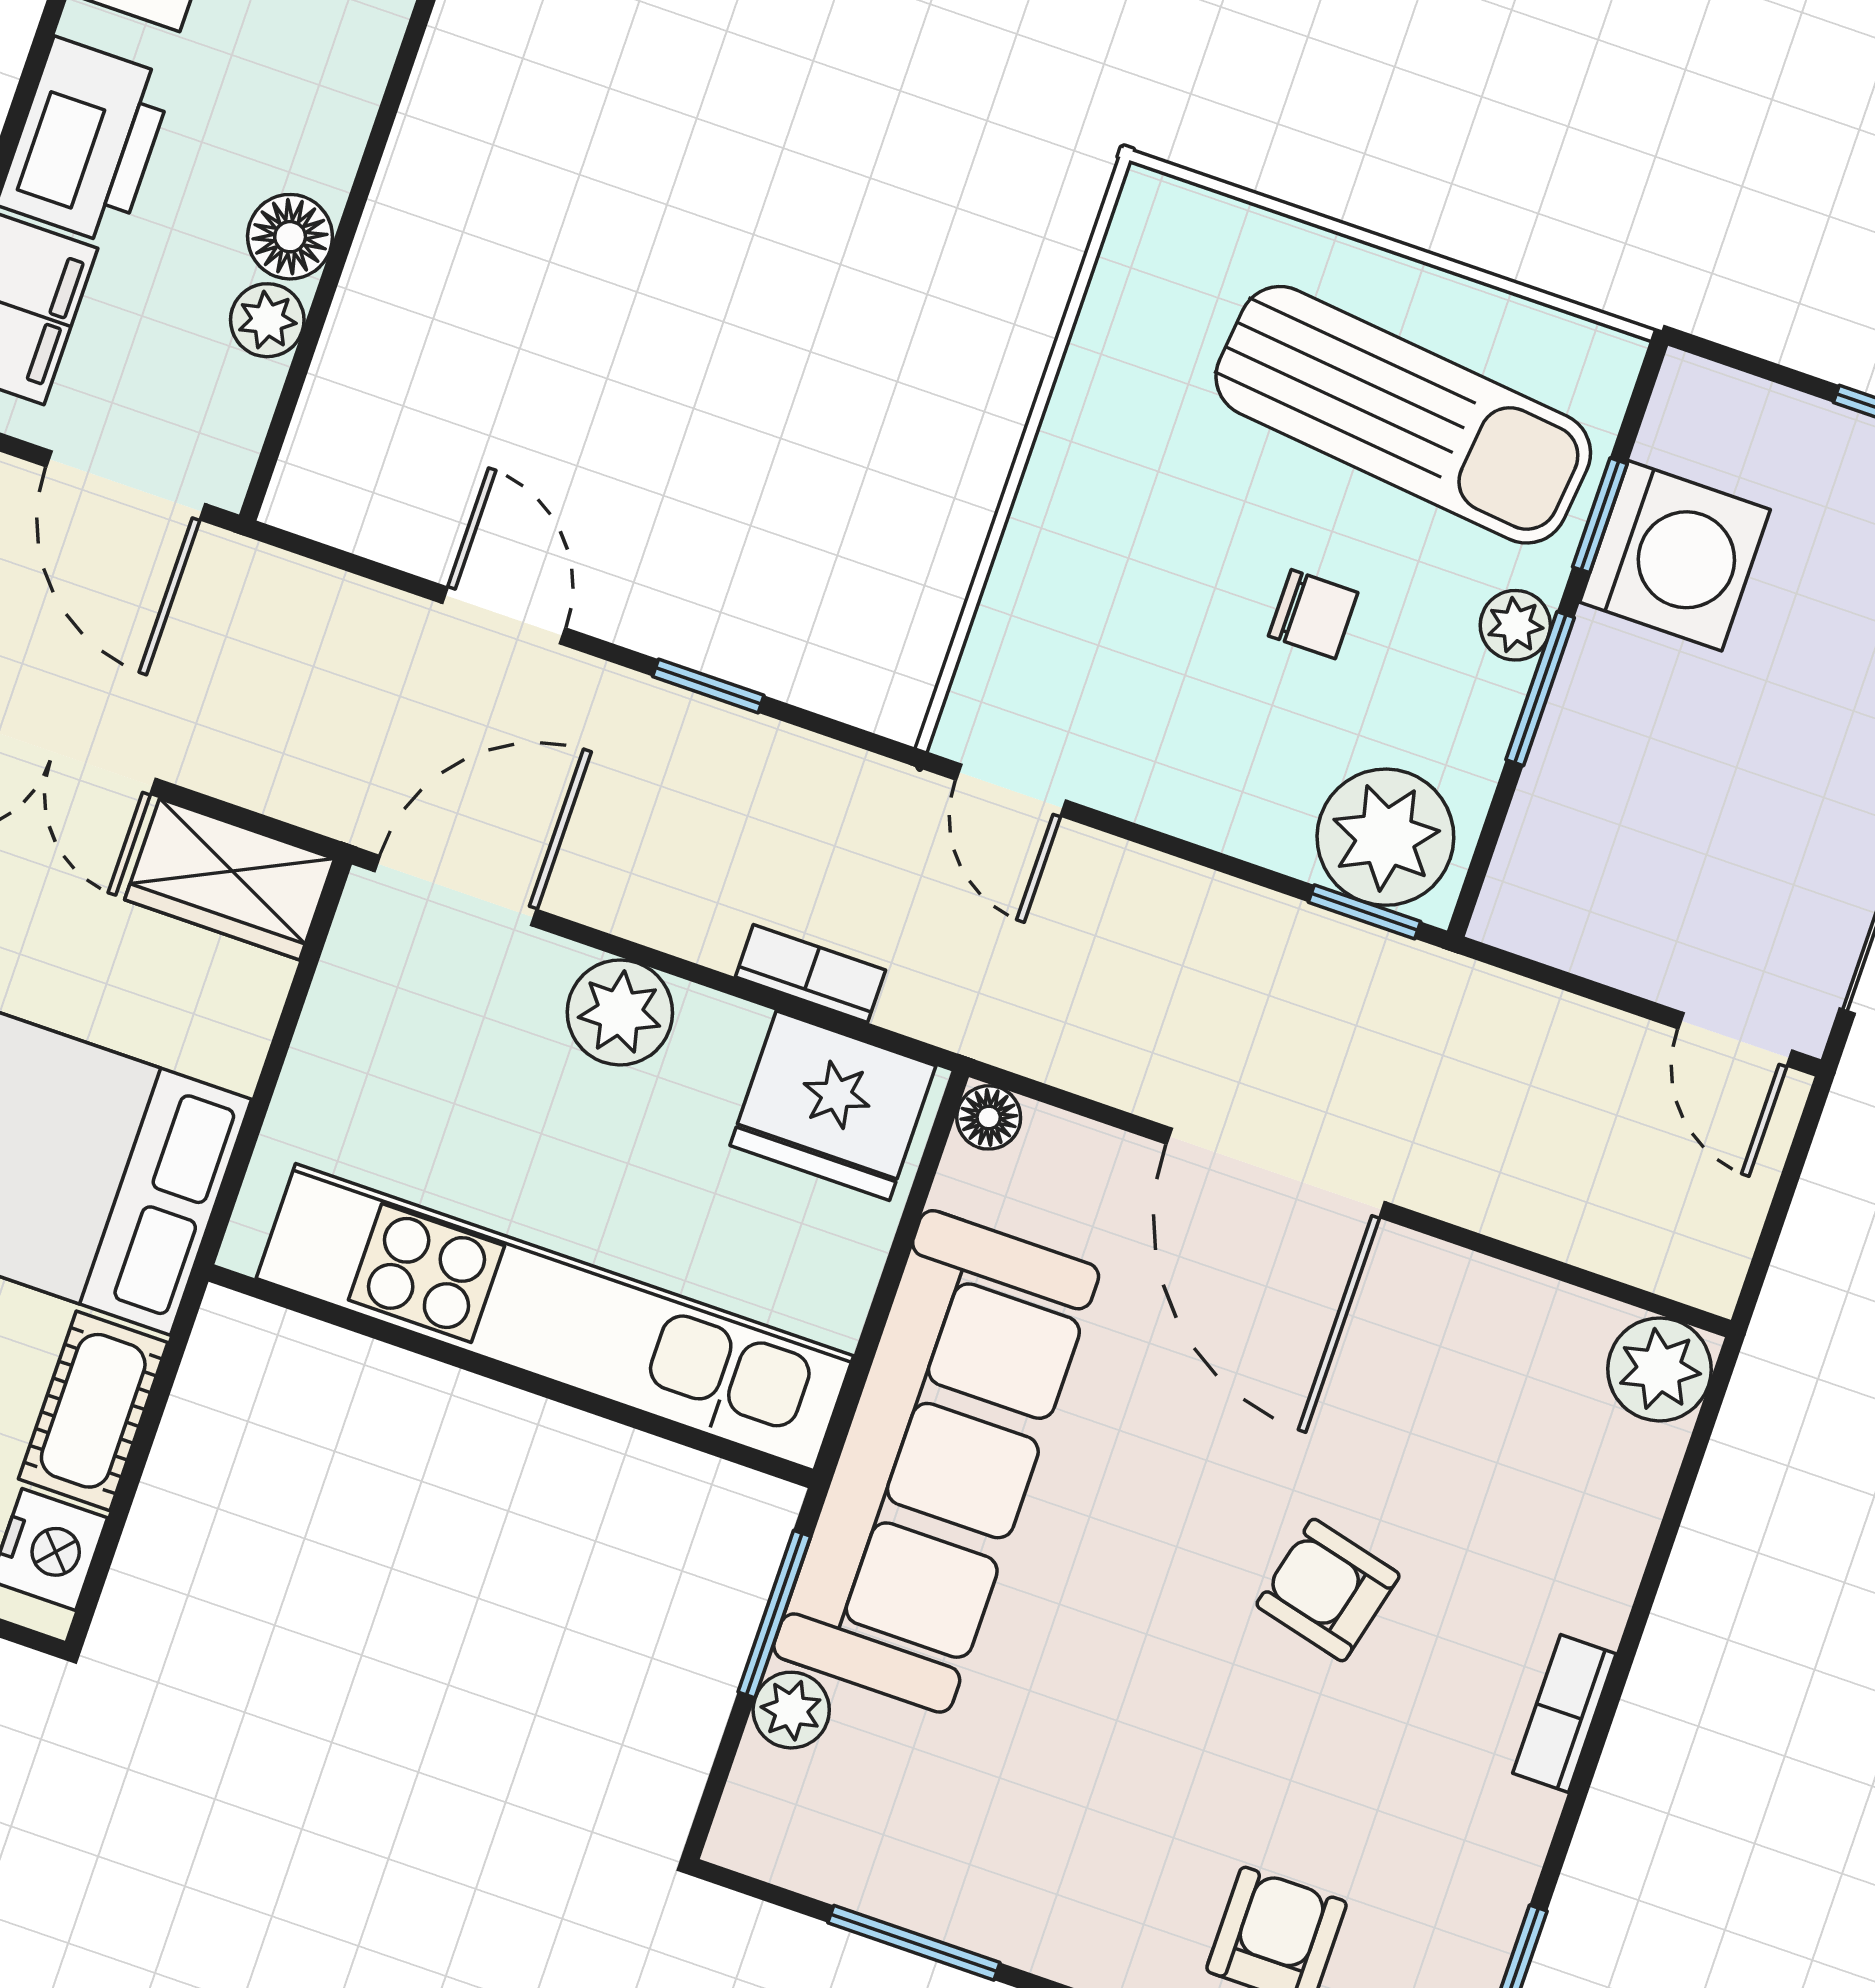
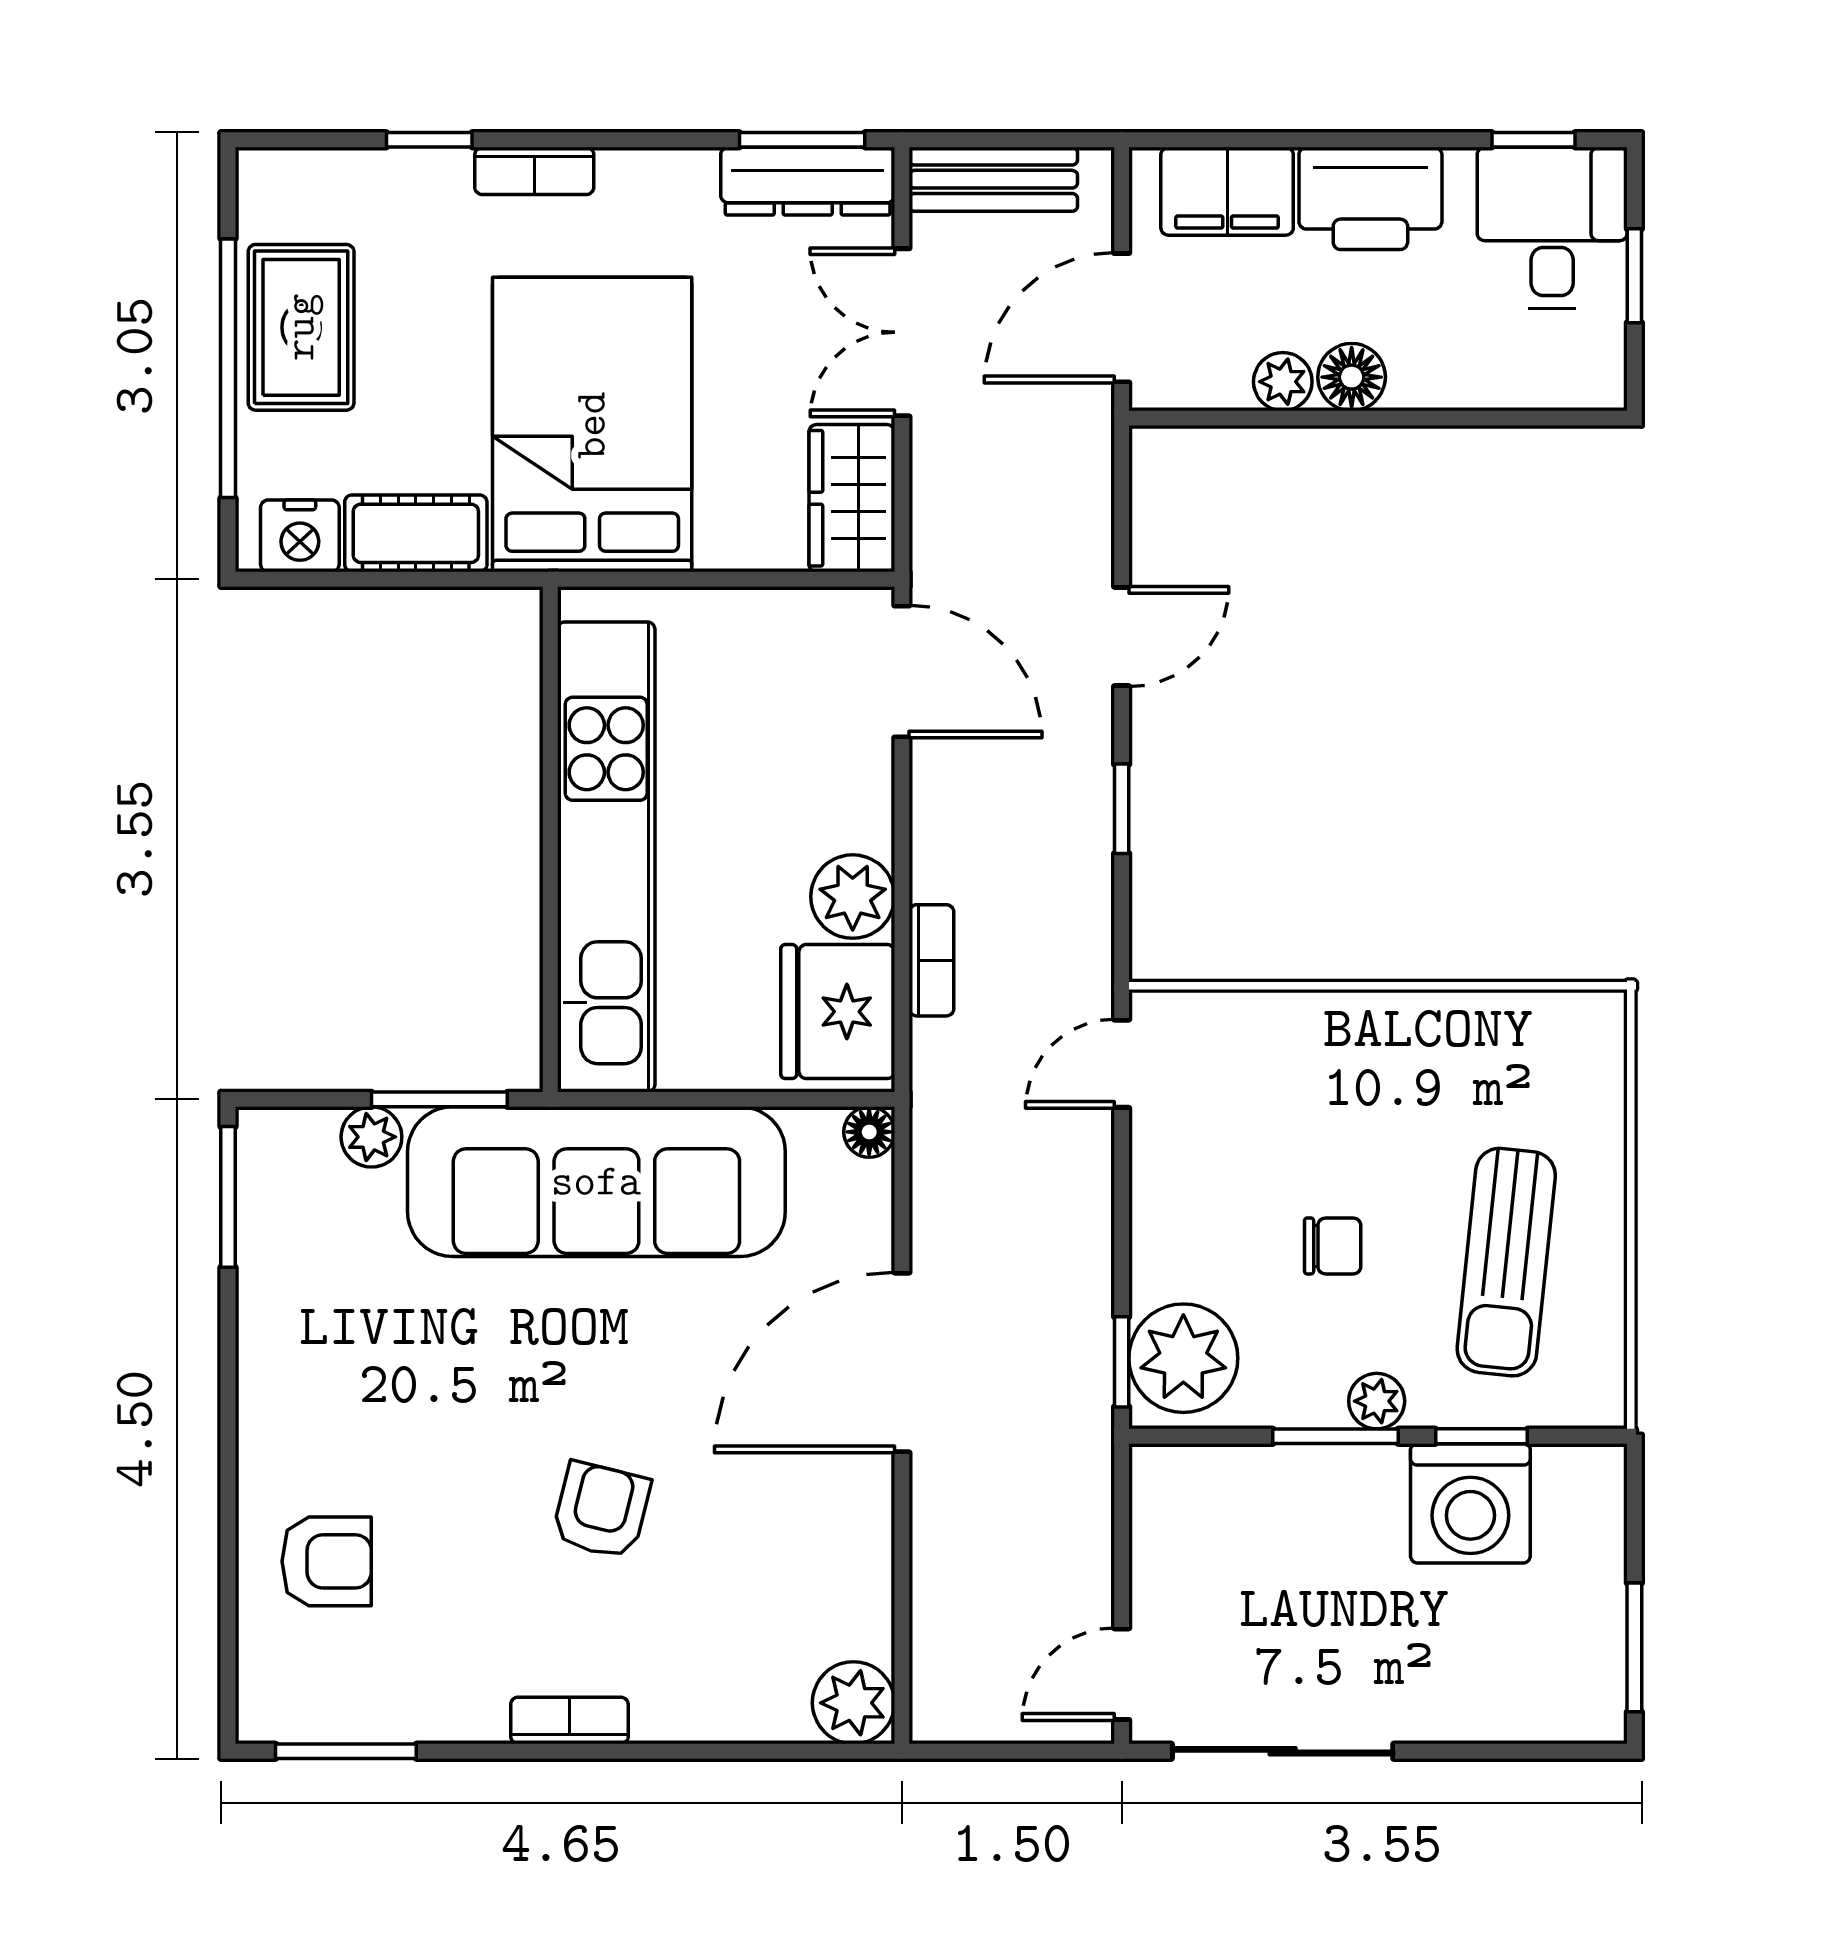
sun lounger: (1403, 415) -> (1506, 1262), width x0.73, depth x0.75
chair: (1313, 614) -> (1333, 1246), turned -90
plant: (620, 1012) -> (853, 897), moved
window: (914, 1943) -> (228, 1197), moved

